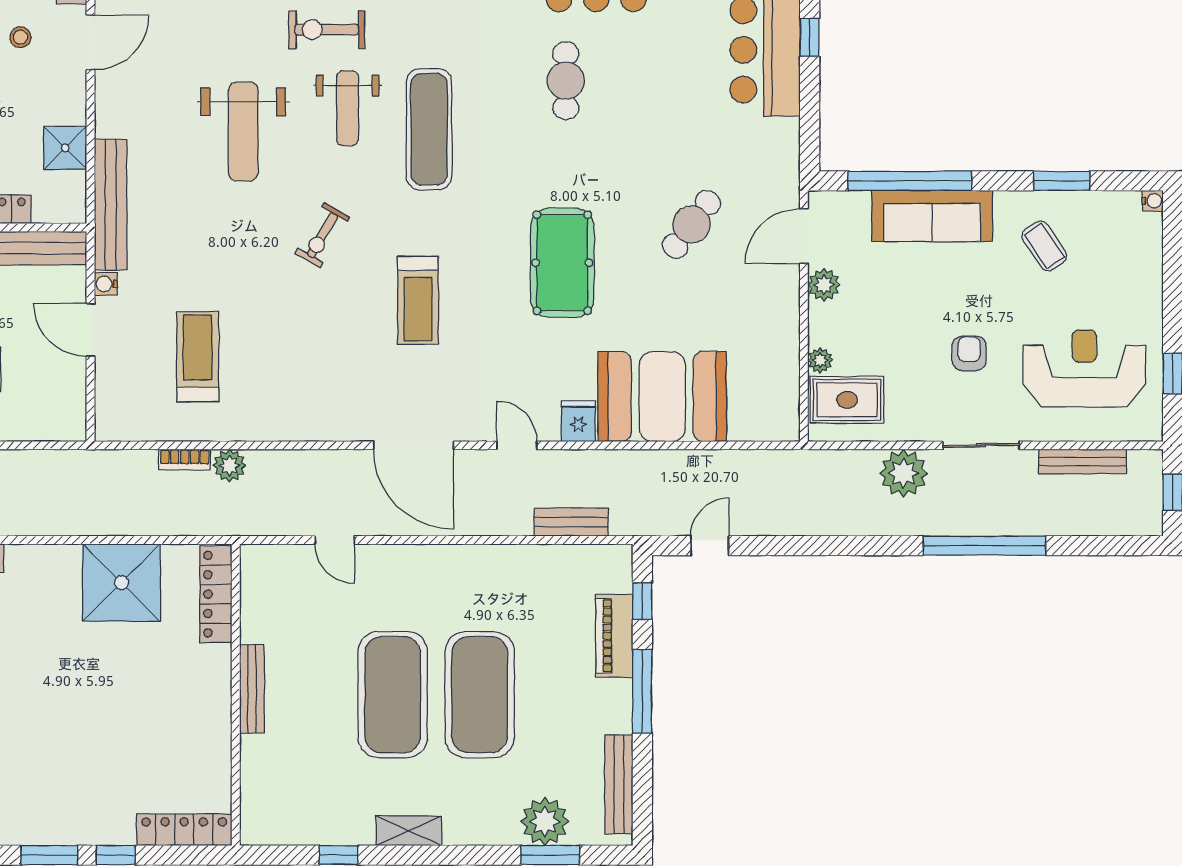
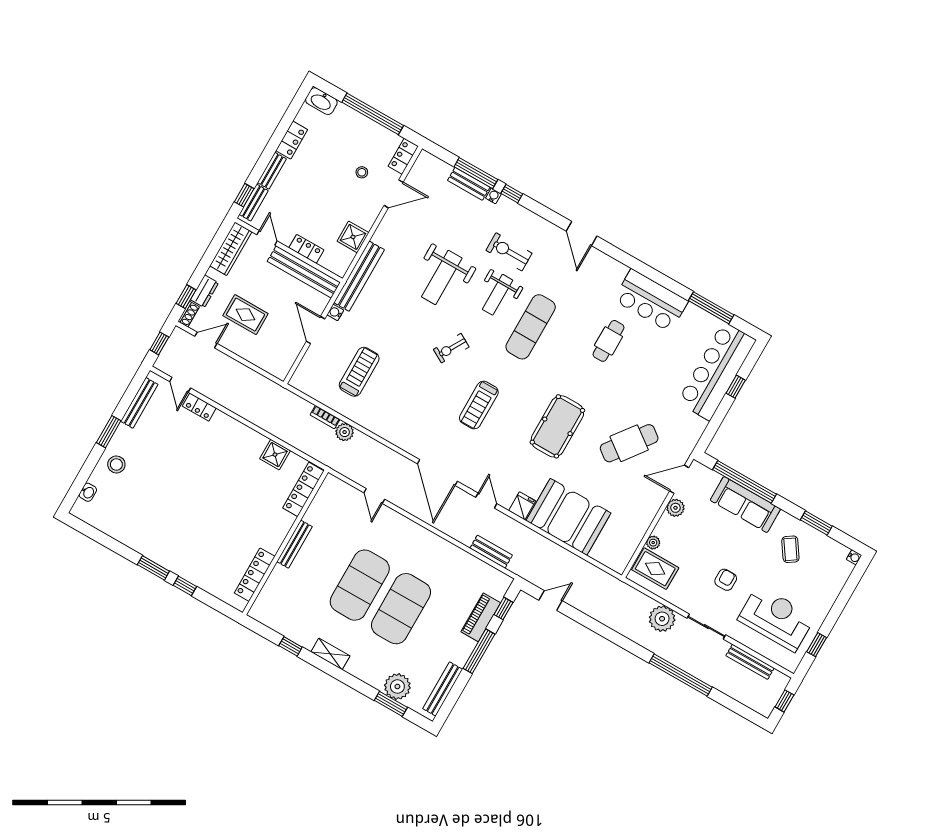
cafe table: (692, 224) -> (629, 443), width x1.37, depth x1.35
shower: (121, 583) -> (275, 455), width x0.54, depth x0.54
locker: (184, 830) -> (255, 575), moved, turned -90

